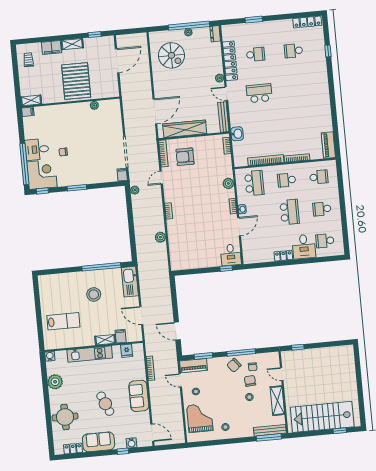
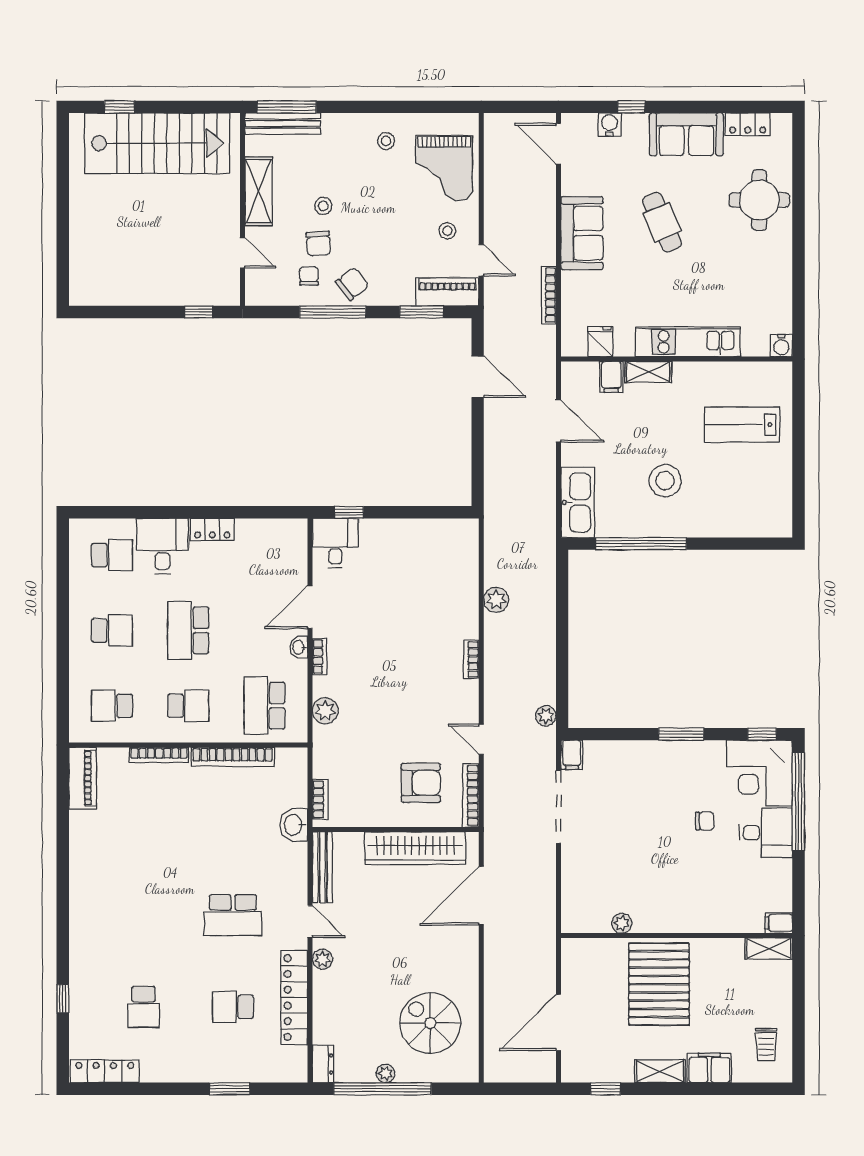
school desk: (293, 51) -> (143, 1007), turned 90
door: (161, 178) -> (481, 739), swing flipped
plant: (55, 382) -> (775, 285), removed

